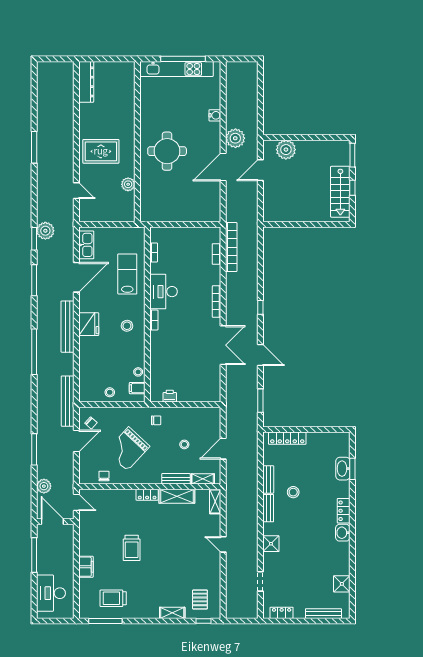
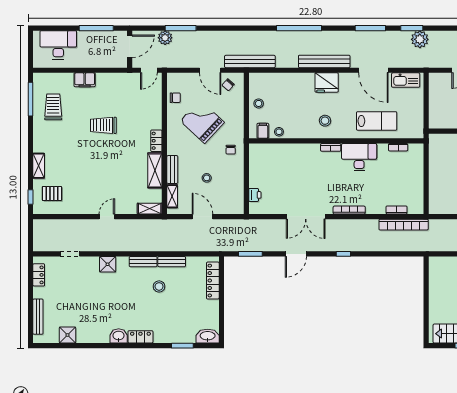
printer: (170, 396) -> (255, 195), moved
window: (34, 449) -> (181, 28), moved
washbasin: (343, 469) -> (208, 336), moved

